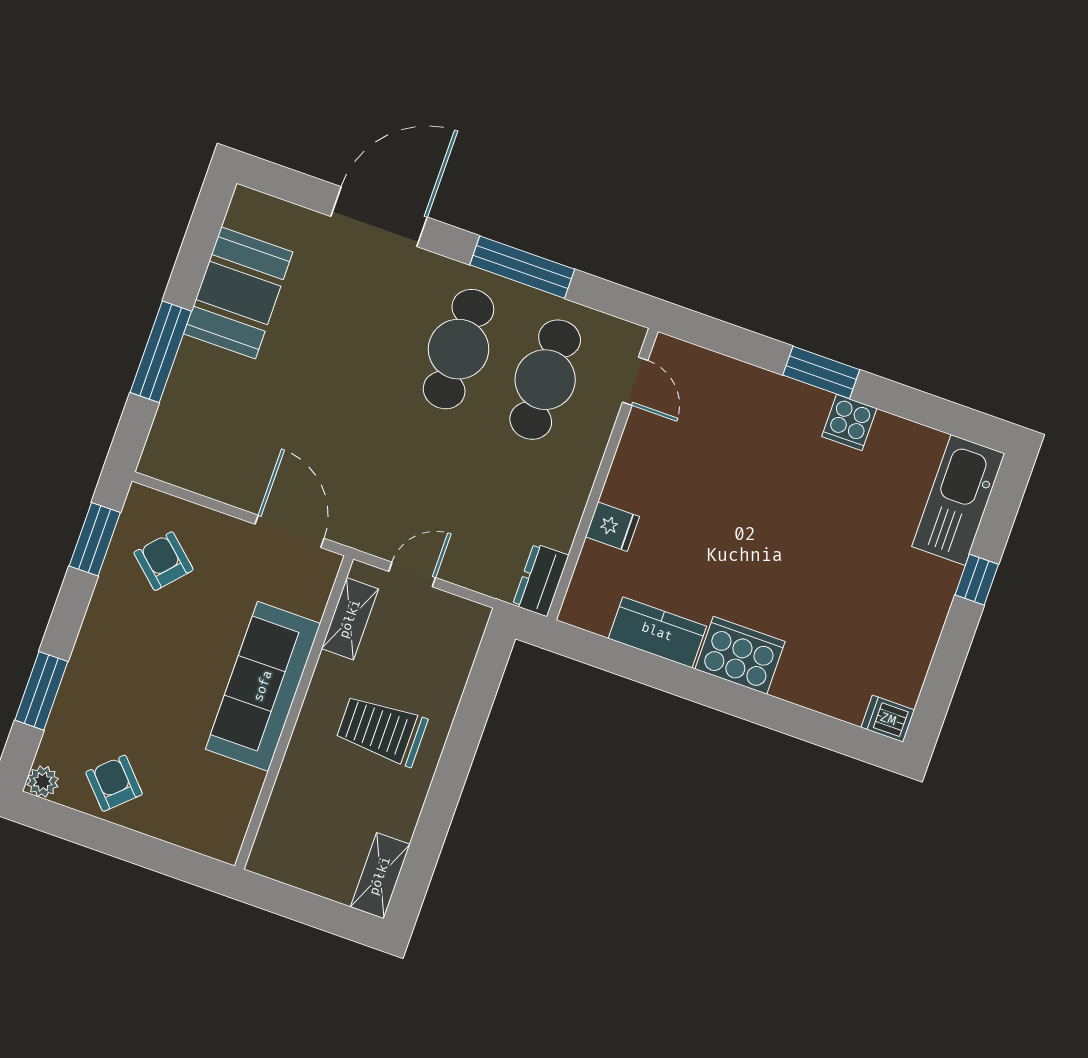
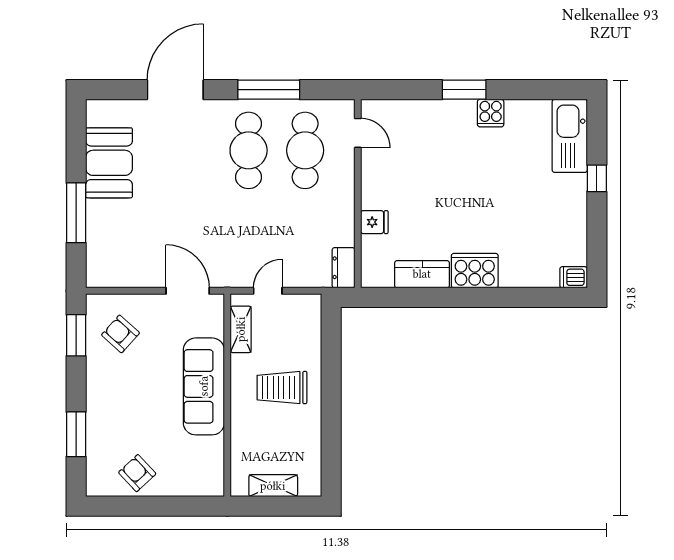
plant: (43, 782) -> (95, 487), removed
shelving: (380, 876) -> (273, 486), moved, turned 90

